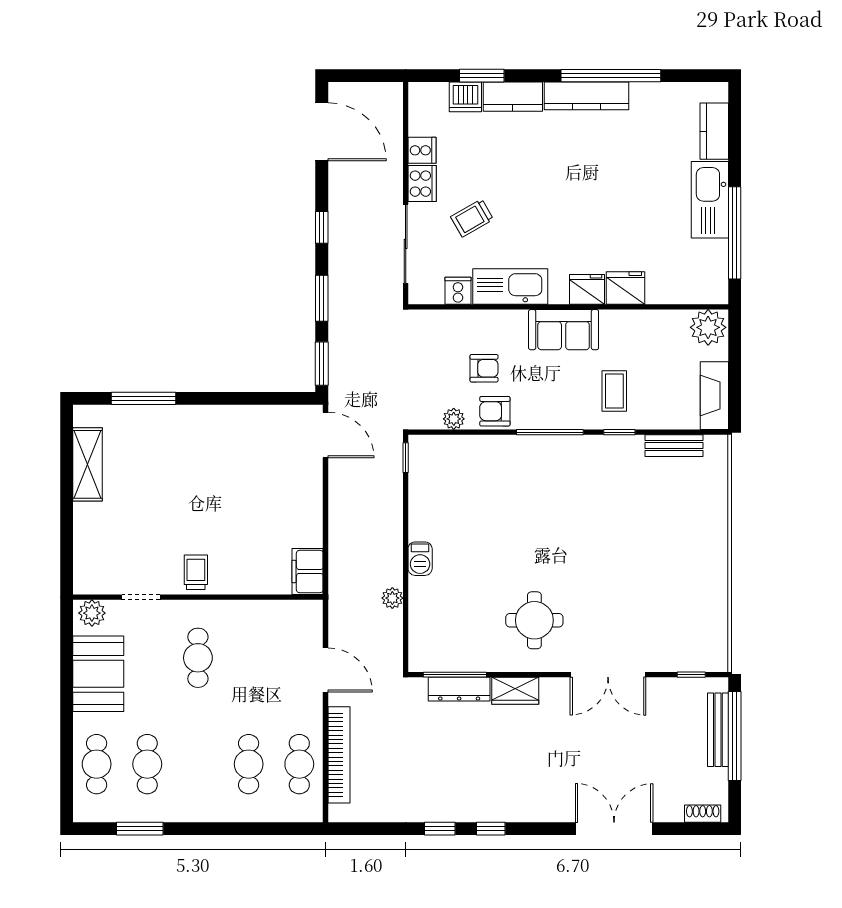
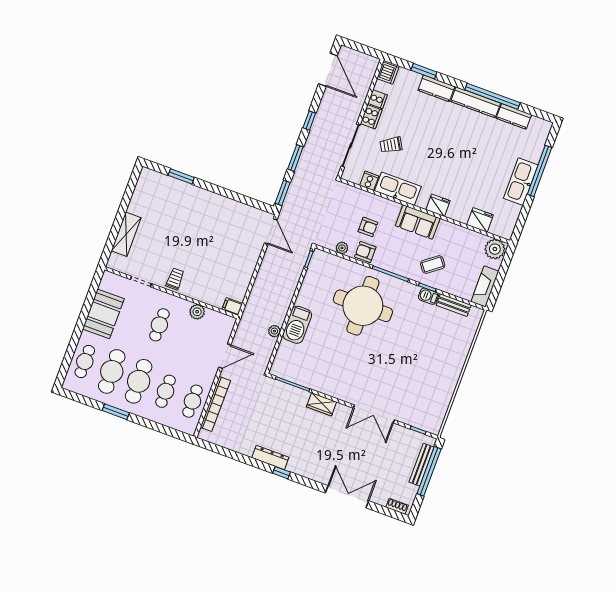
dishwasher: (465, 97) -> (388, 73), moved, turned -90
kitchen counter: (714, 131) -> (514, 116), moved, turned -90
window: (735, 233) -> (540, 171), moved
fridge: (625, 288) -> (480, 220), moved
coffee table: (614, 391) -> (433, 265), turned 53
window: (143, 398) -> (181, 176), width x0.69
barbecue: (627, 446) -> (428, 296), added
shelving: (88, 464) -> (126, 234), moved
barbecue: (420, 559) -> (297, 325), width x1.88, depth x1.53
filing cabinet: (308, 572) -> (232, 307), width x0.50
plant: (92, 613) -> (197, 312), moved
round table: (534, 620) -> (363, 306), moved, width x1.86, depth x1.86
door: (325, 670) -> (225, 356), hinge flipped
dresser: (459, 689) -> (270, 458), moved, turned 180
cafe table: (147, 764) -> (112, 371), width x1.37, depth x1.35
cafe table: (198, 764) -> (139, 381), added
window: (140, 829) -> (116, 412), moved
window: (440, 829) -> (254, 463), removed

